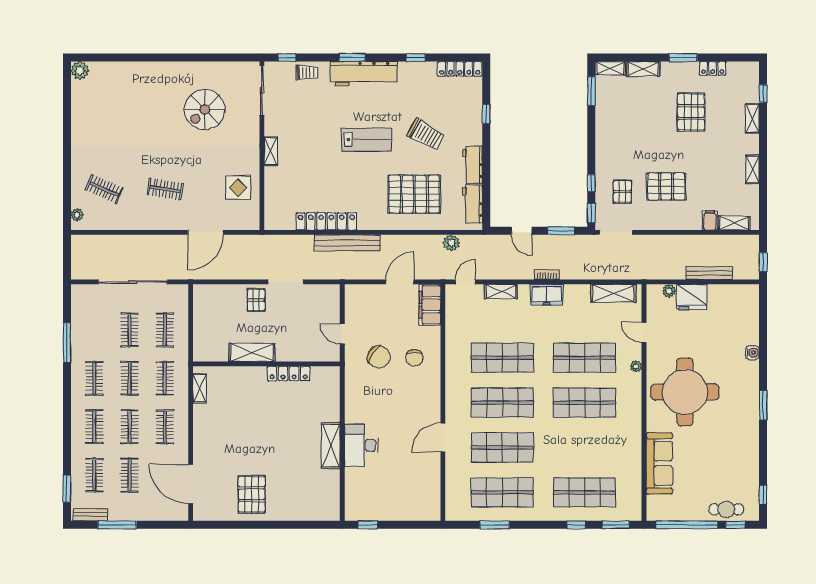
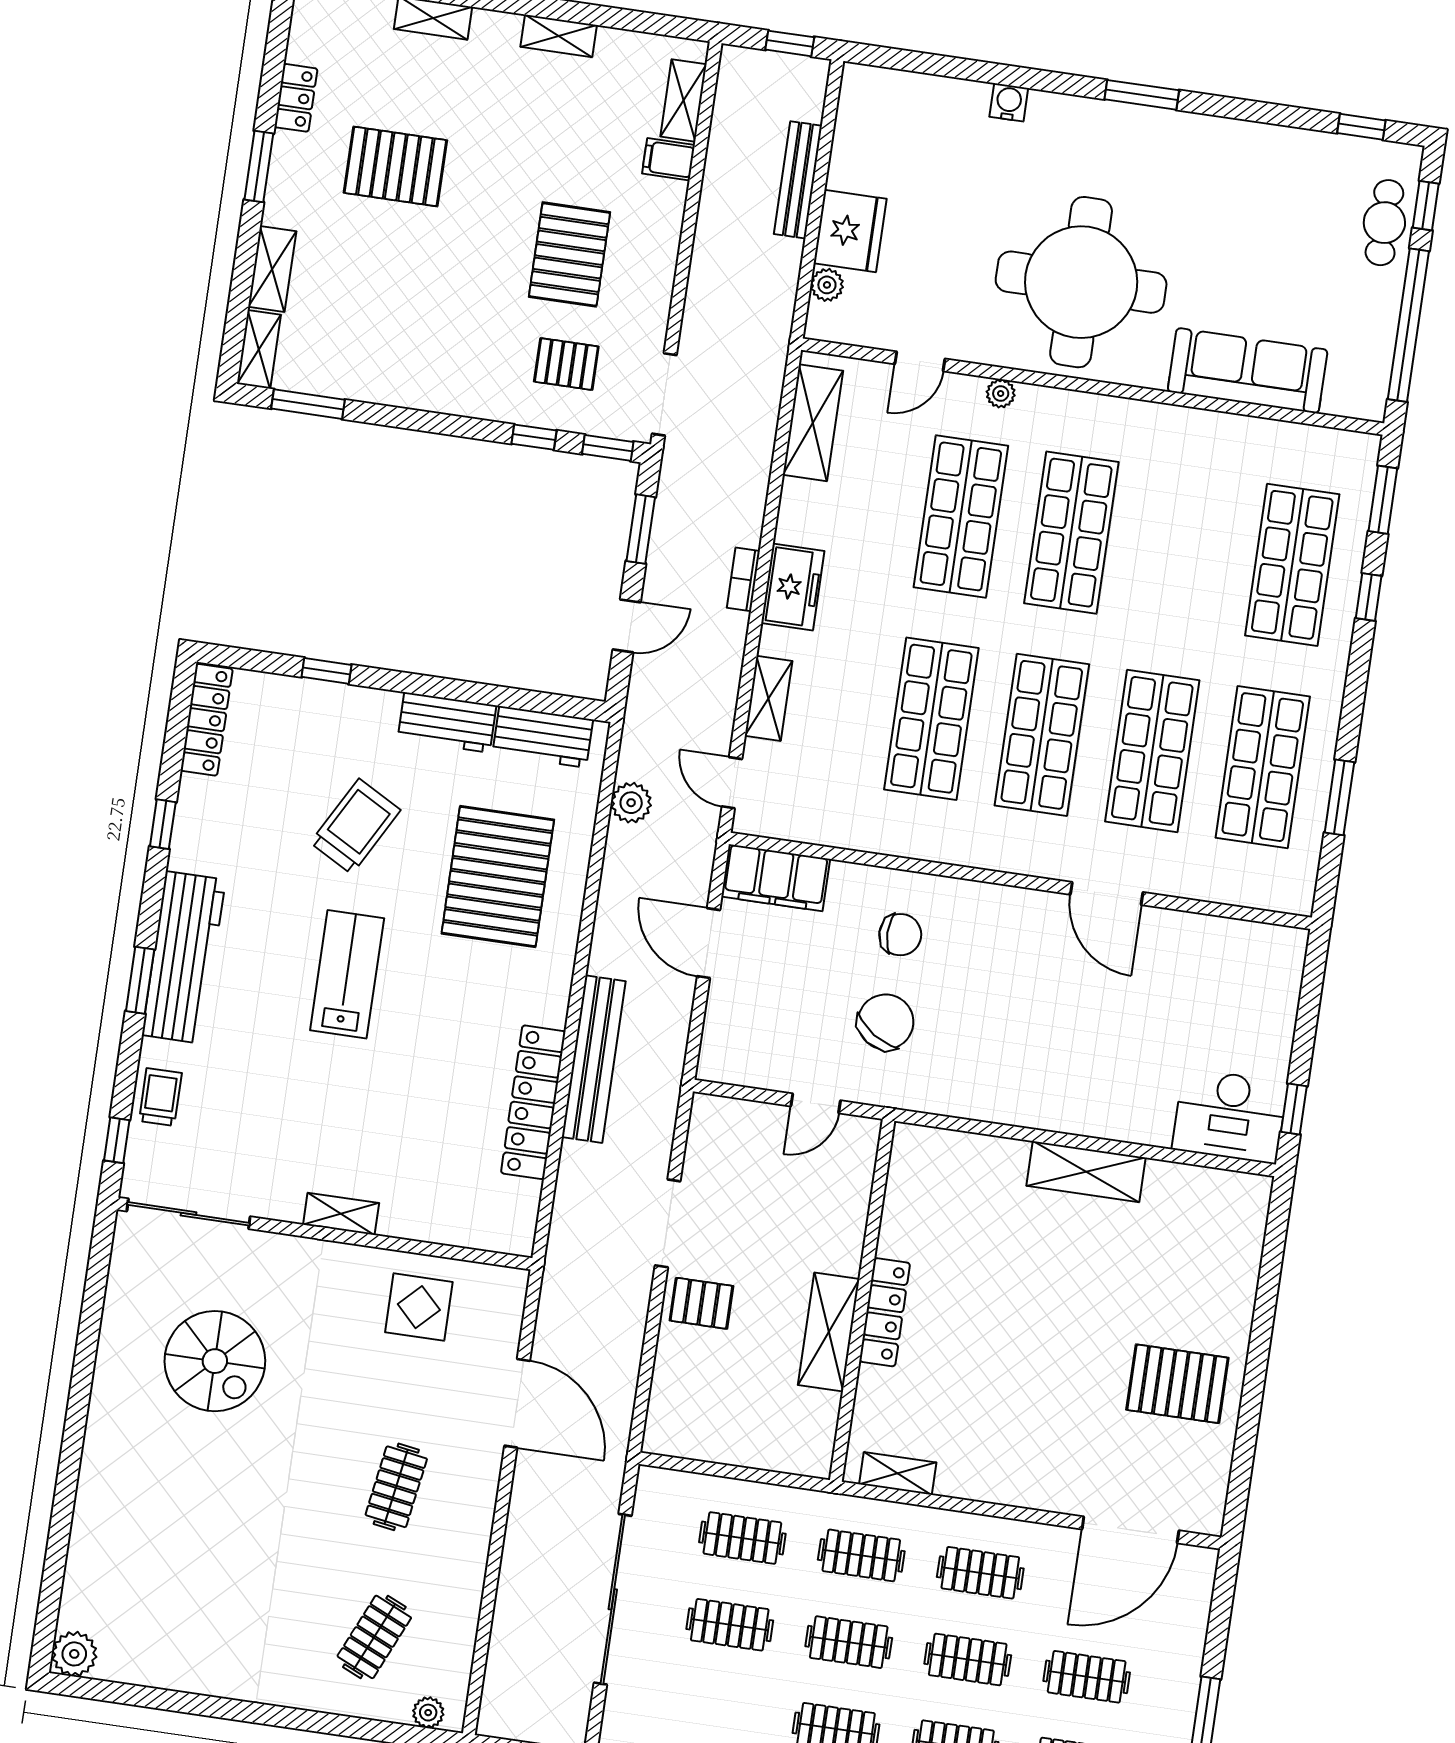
locker: (289, 374) -> (885, 1312), moved
desk: (361, 445) -> (1230, 1116), moved

